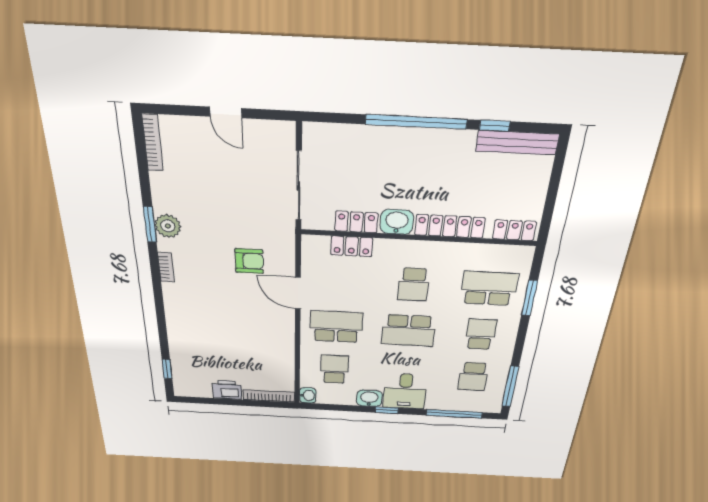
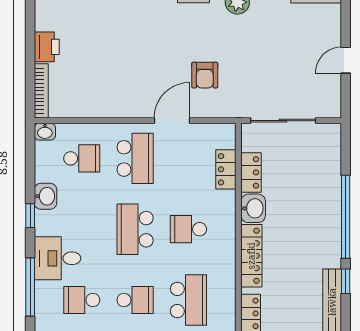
desk: (405, 391) -> (57, 258), moved

